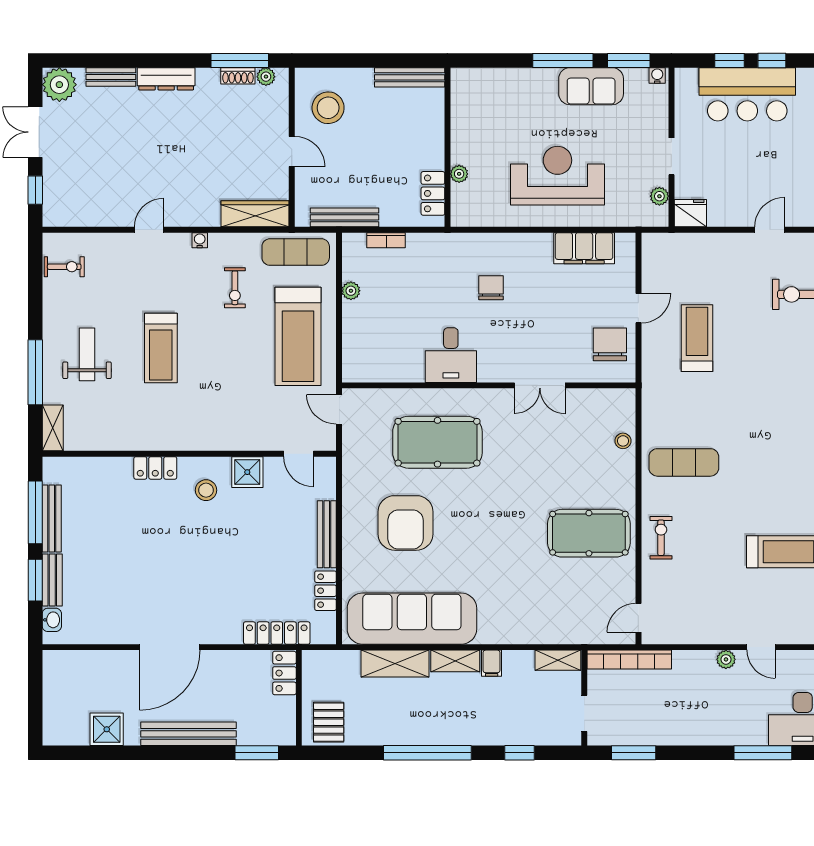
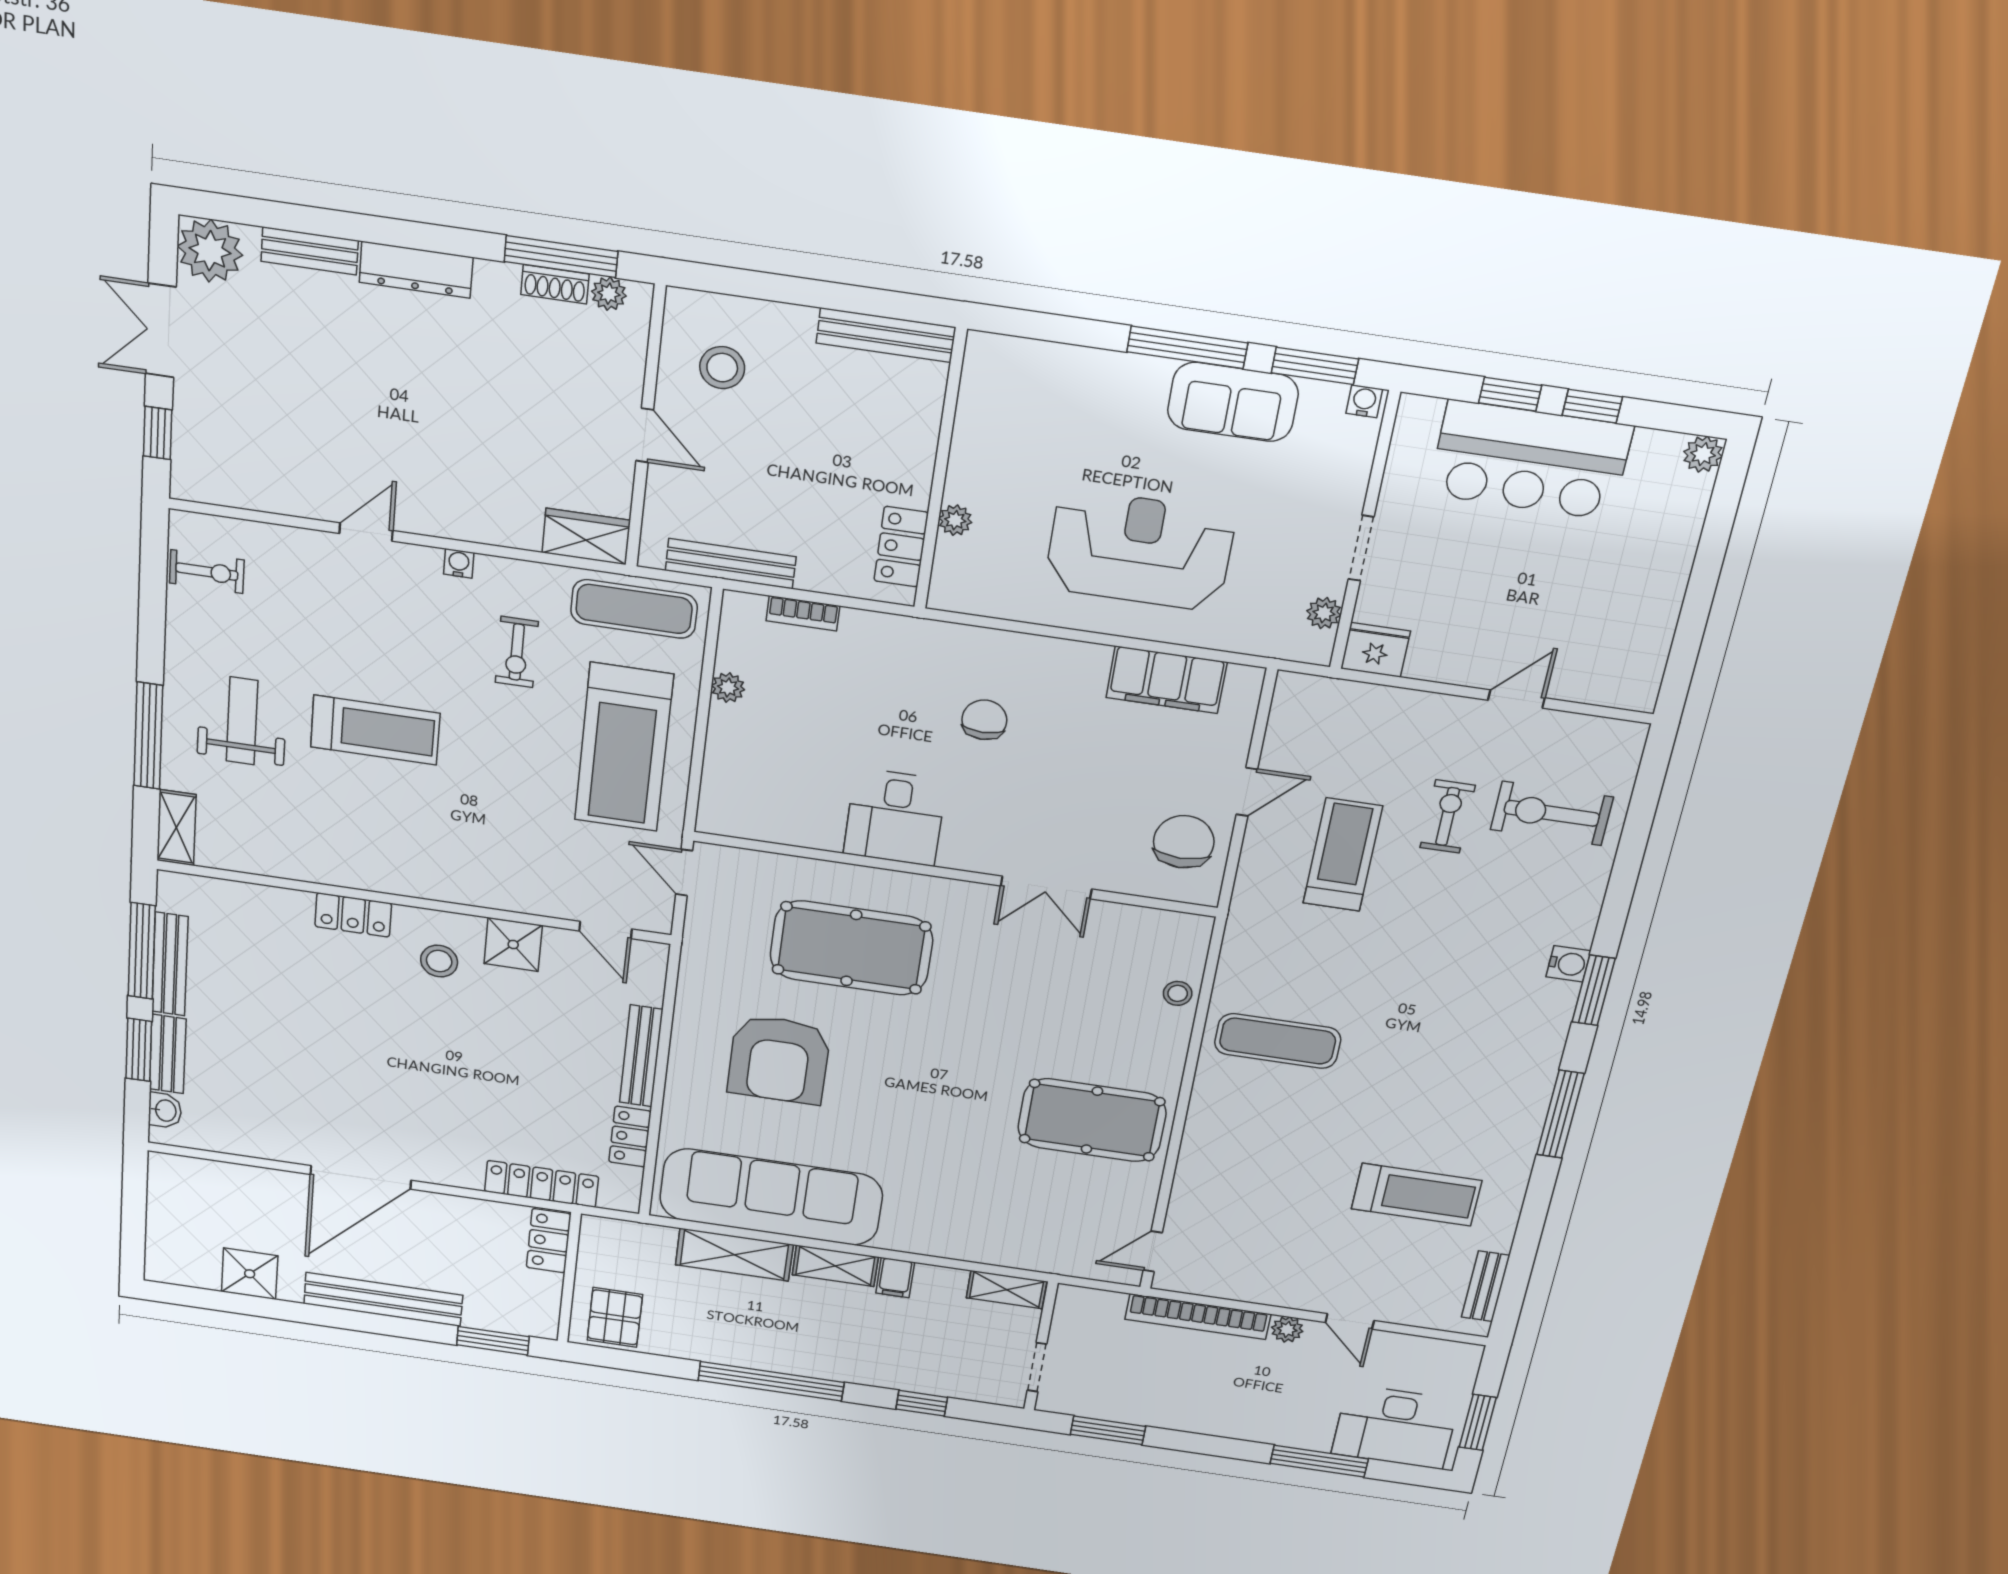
stool: (328, 108) -> (722, 368), width x0.73, depth x0.73
wardrobe: (255, 214) -> (586, 536), width x0.67
treadmill: (161, 348) -> (375, 730), turned -90
exercise bike: (661, 538) -> (1448, 816), moved
bookcase: (629, 660) -> (1198, 1317), moved

